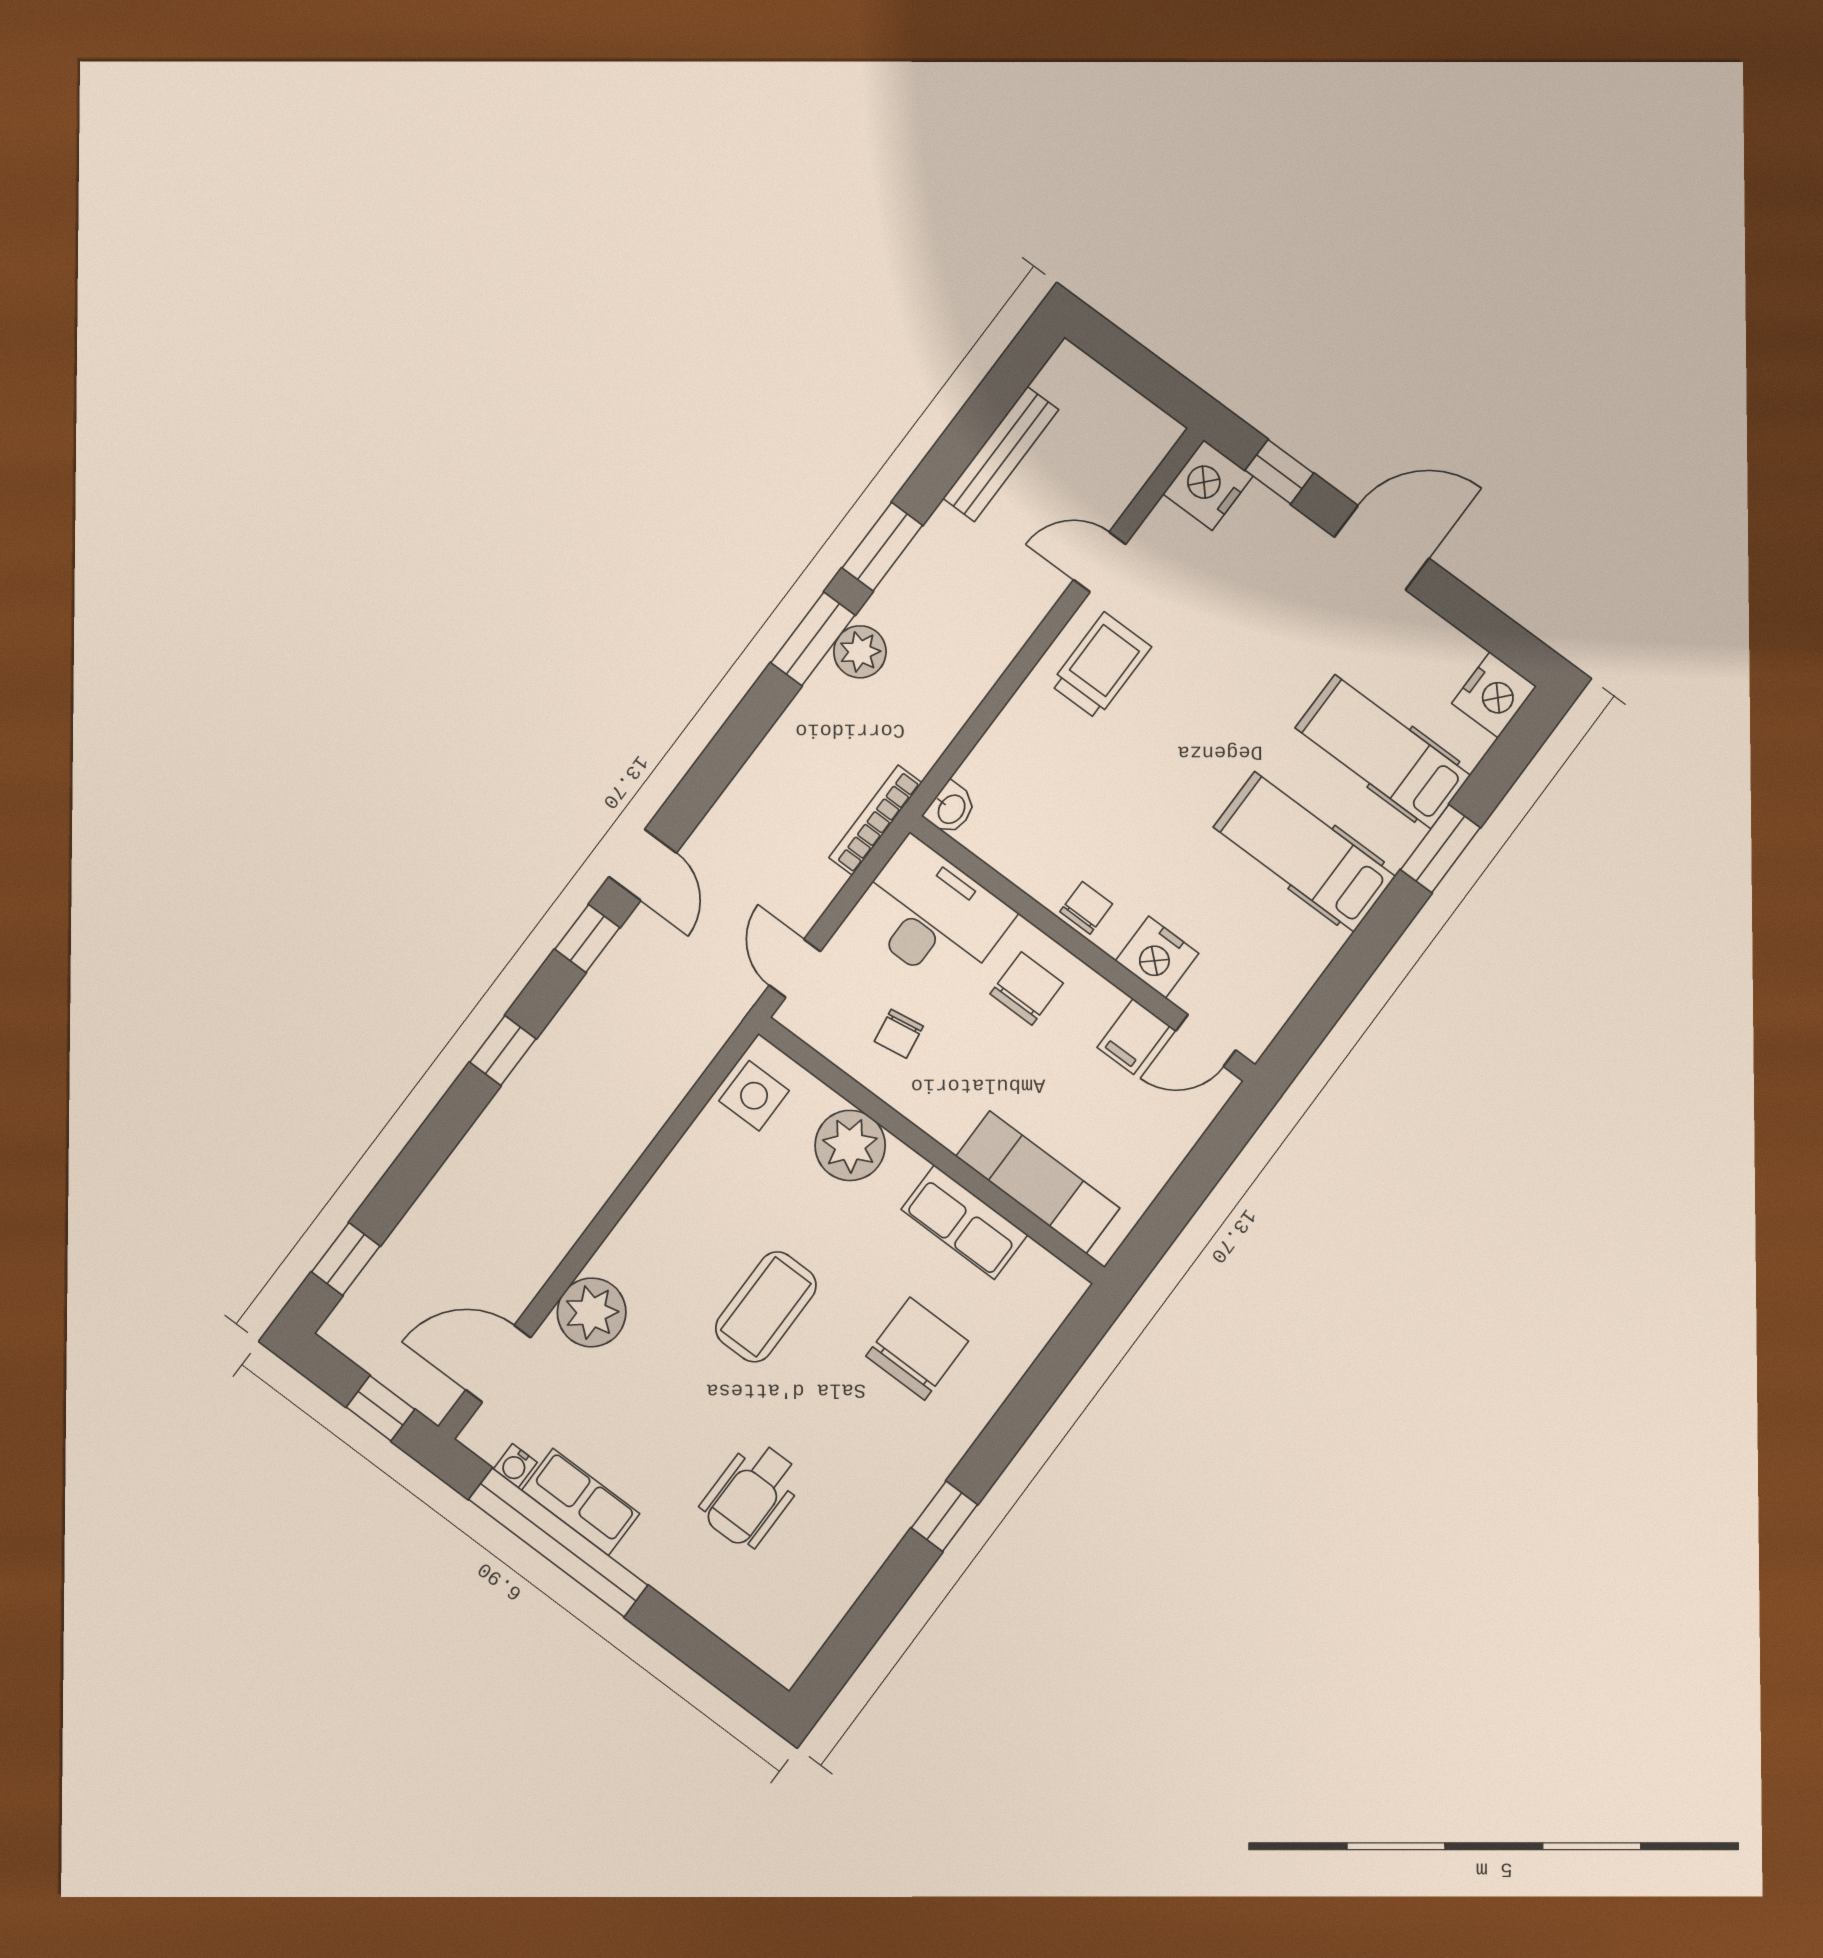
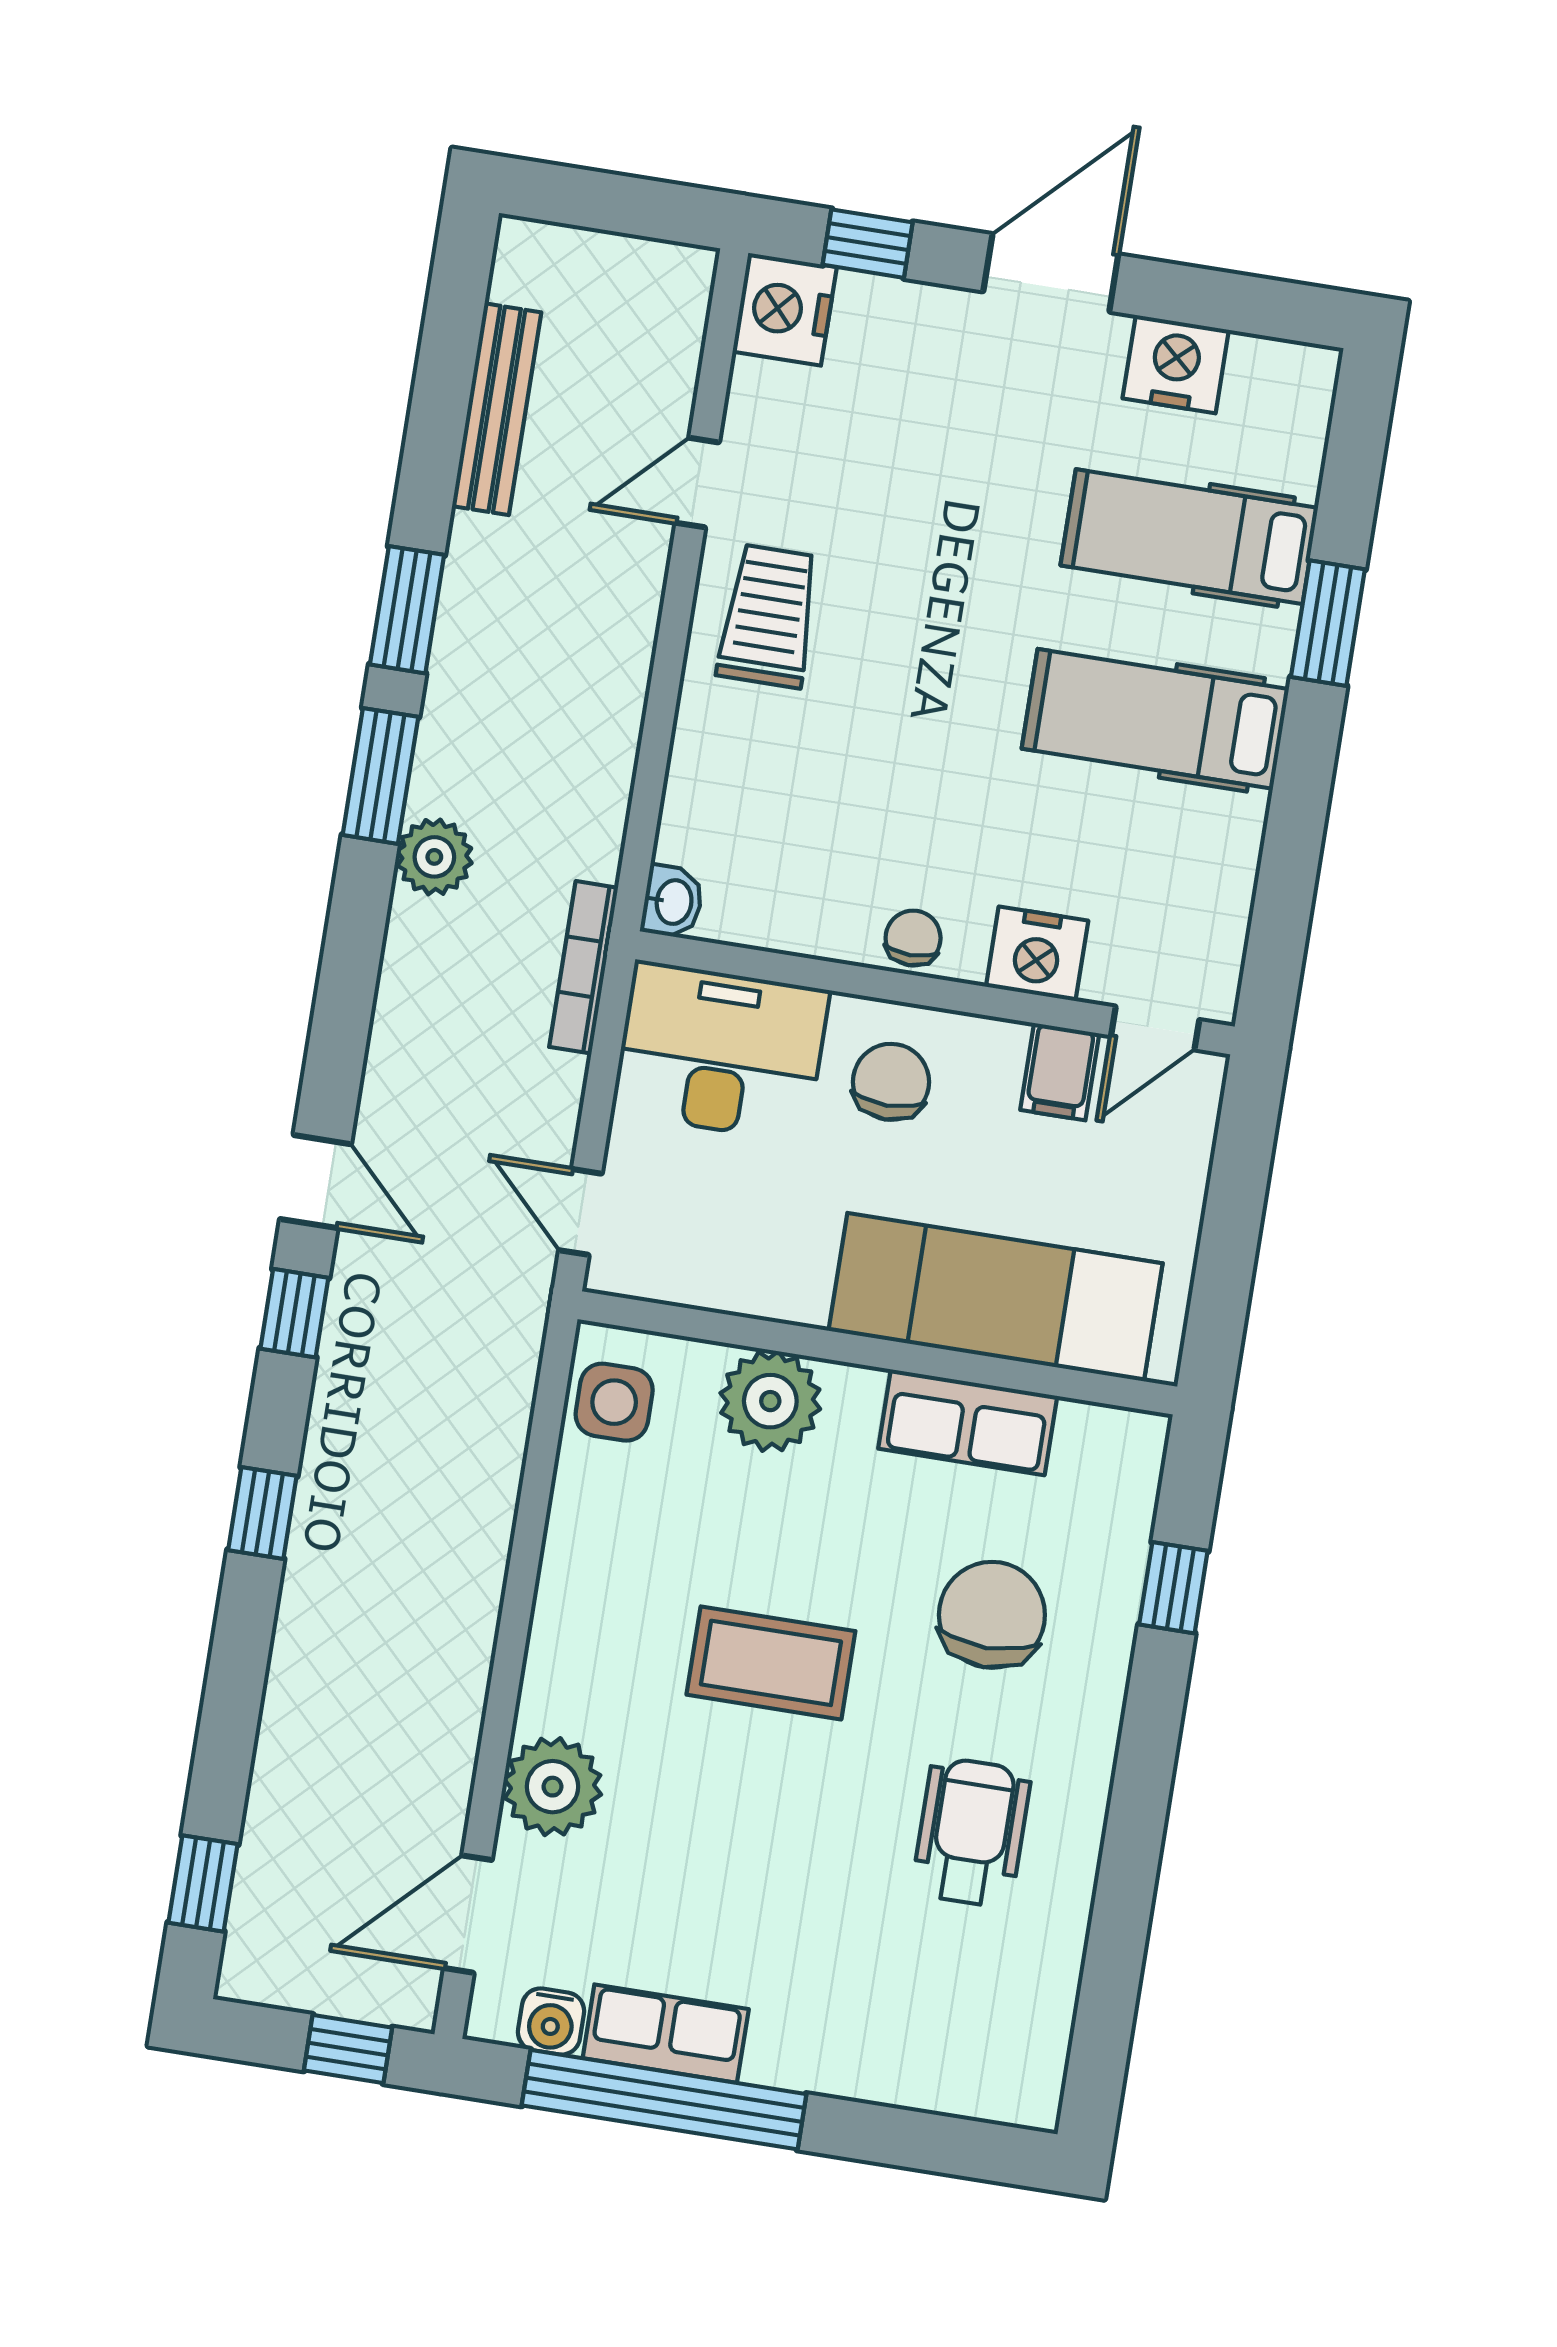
plant: (860, 652) -> (434, 857), moved
nightstand: (1494, 695) -> (1176, 364), moved, turned -90
chair: (899, 1034) -> (758, 1226), removed
exam couch: (1038, 1182) -> (996, 1297), width x1.36, depth x1.45
coffee table: (766, 1307) -> (771, 1663), turned 90
water cooler: (515, 1466) -> (551, 2022), width x1.38, depth x1.38
wheelchair: (751, 1495) -> (971, 1832), moved, turned 180
window: (944, 1516) -> (1173, 1588), moved

